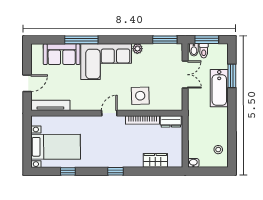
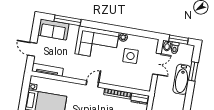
window: (81, 40) -> (67, 20), moved
window: (165, 40) -> (146, 34), removed
sofa: (62, 54) -> (53, 30), moved
door: (27, 83) -> (32, 49), swing flipped
side table: (140, 96) -> (130, 56), moved

